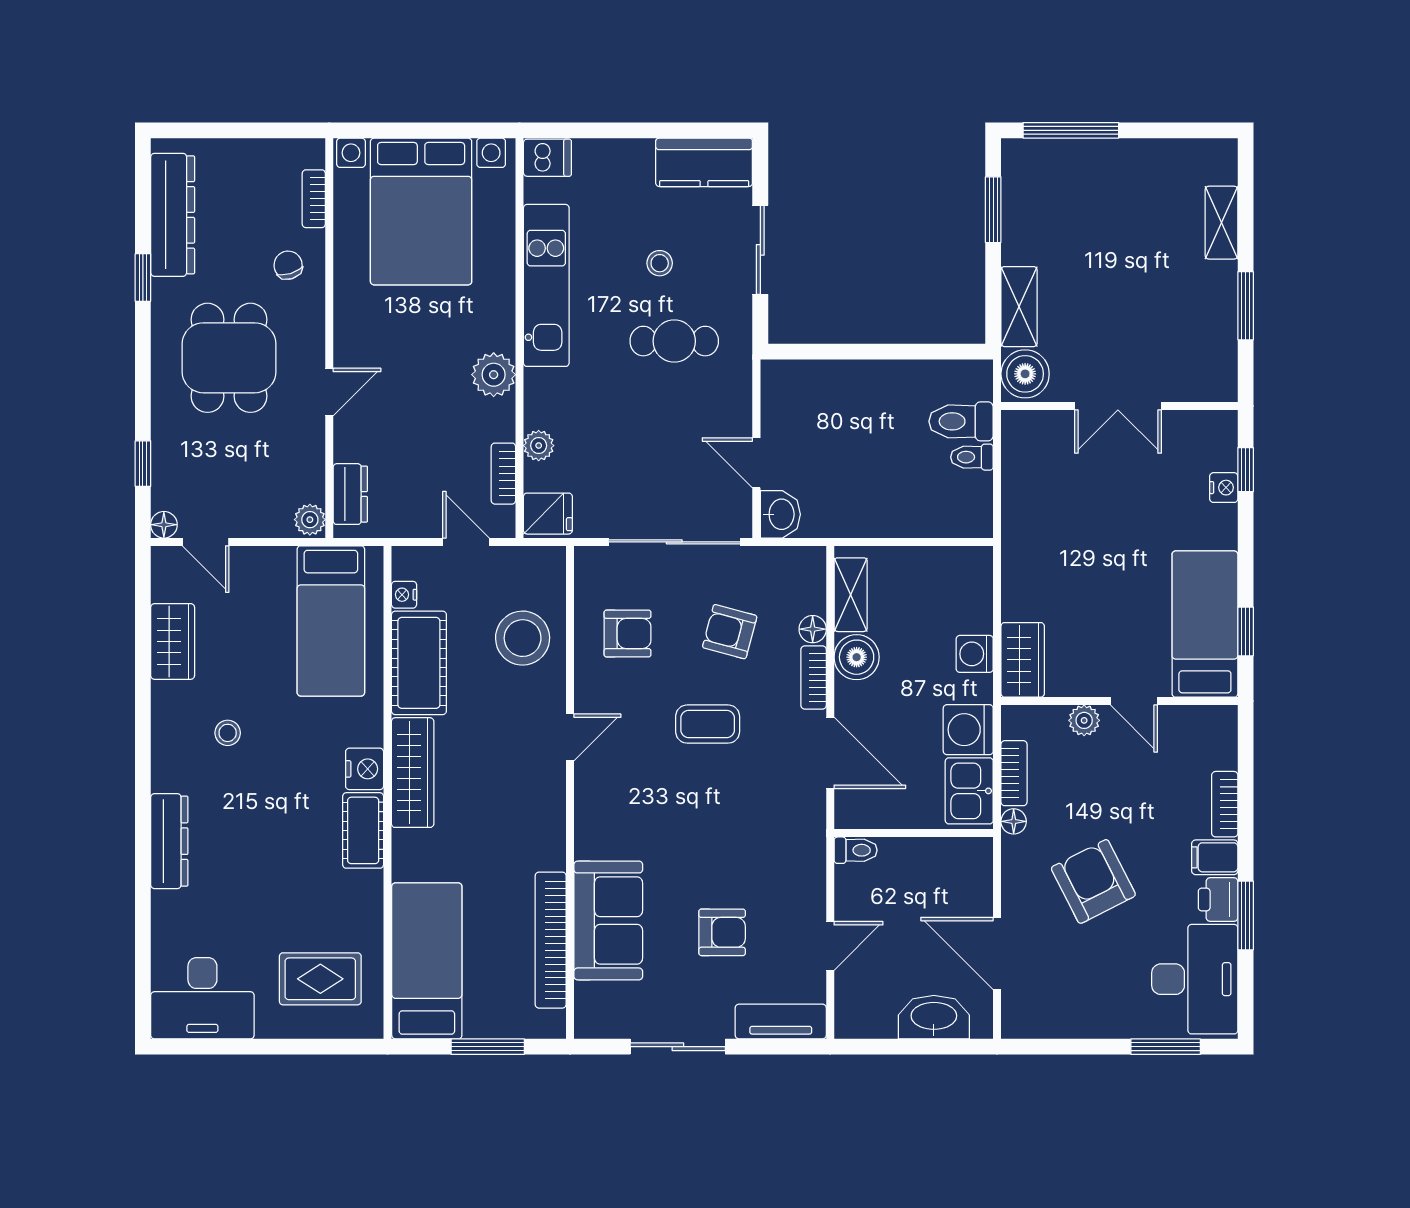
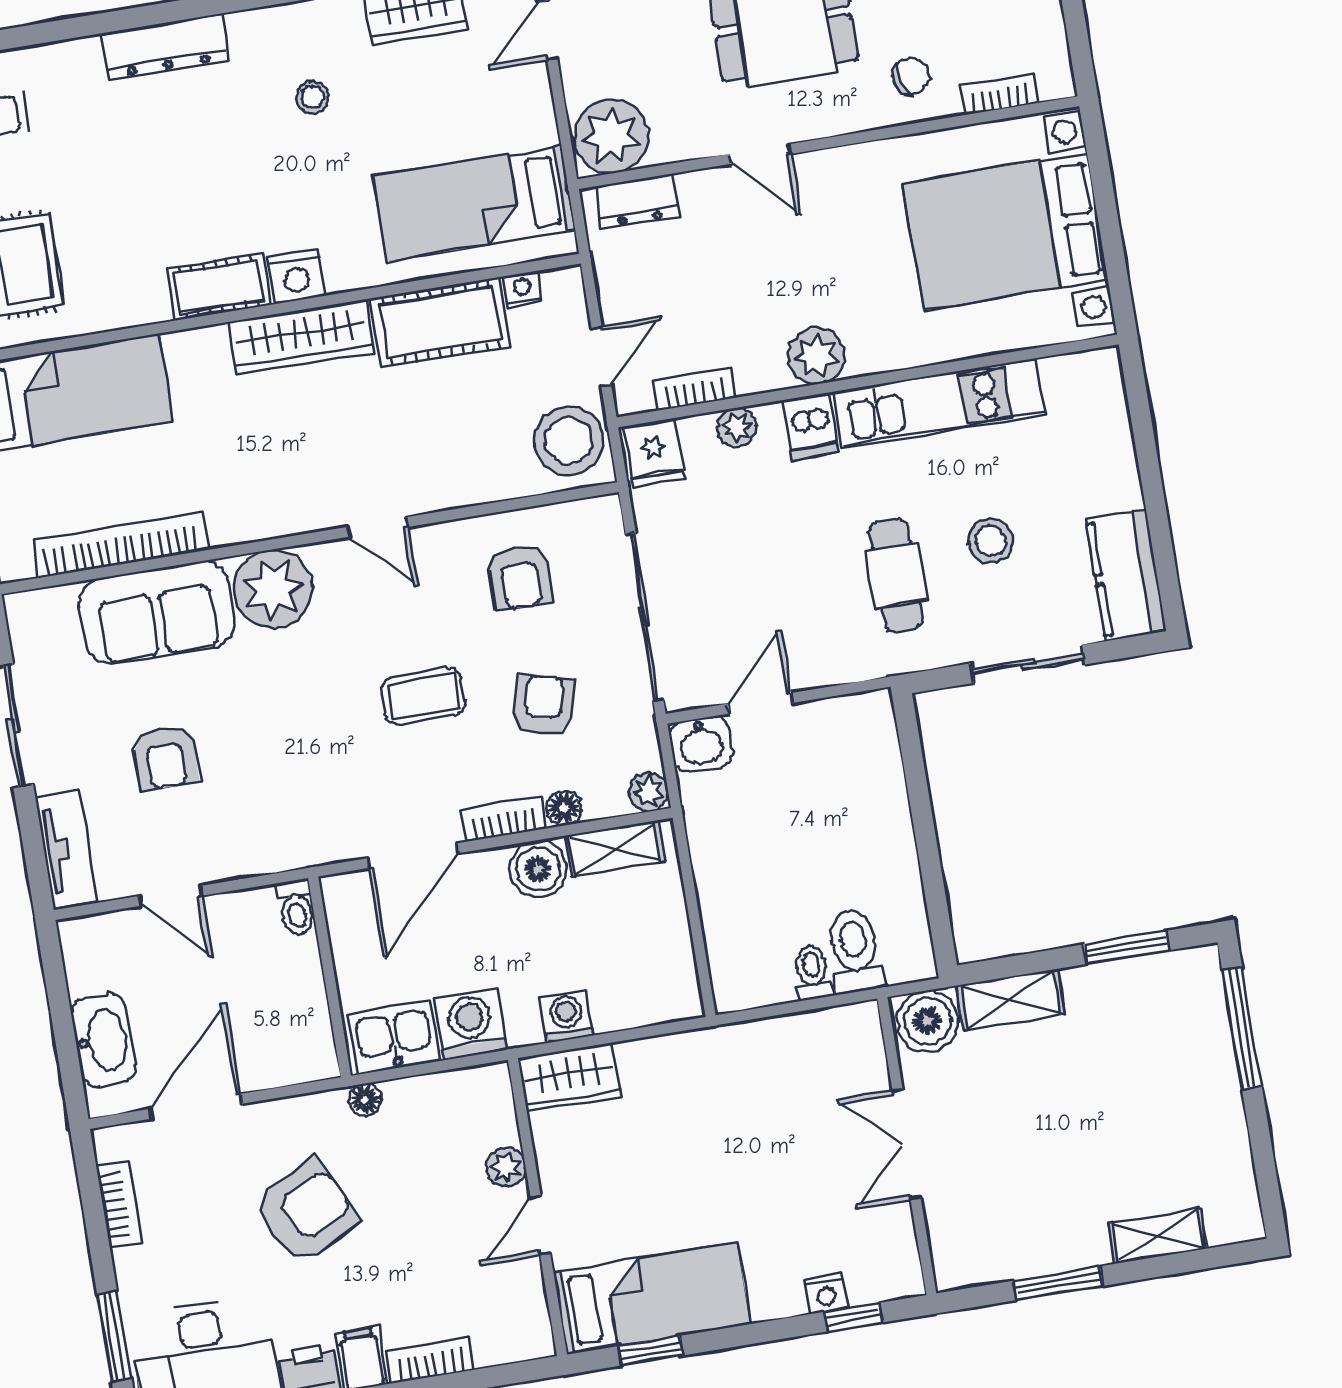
dishwasher: (547, 158) -> (811, 426), moved
stool: (660, 263) -> (990, 541), width x1.37, depth x1.37
plant: (310, 520) -> (611, 136), width x1.88, depth x1.88
plant: (811, 561) -> (649, 792), added
stool: (523, 638) -> (569, 441), moved
coffee table: (708, 724) -> (423, 696), turned 90
bookcase: (1014, 773) -> (119, 1204), moved, turned -90
plant: (605, 827) -> (273, 589), added

